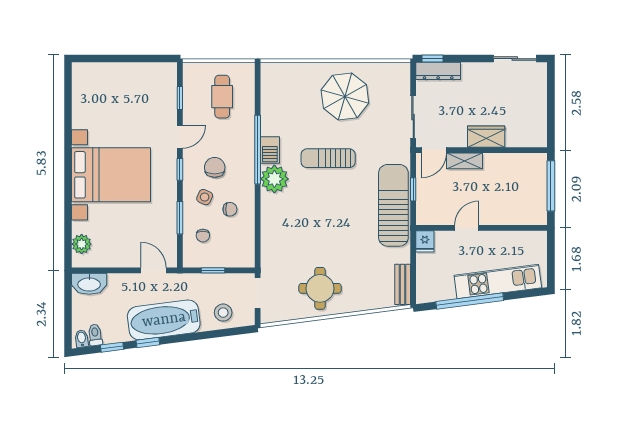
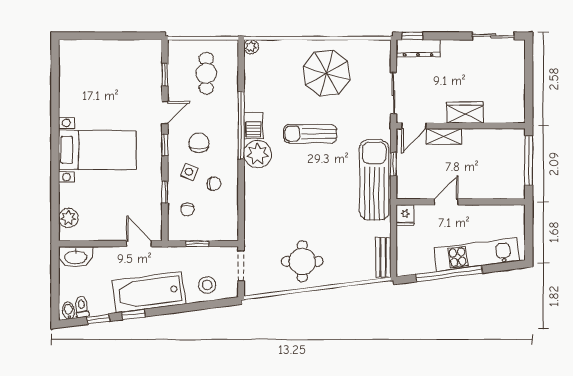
plant: (268, 70) -> (251, 47), added
bed with nightstands: (111, 175) -> (97, 150), width x0.73
window: (180, 218) -> (165, 192), width x0.67

